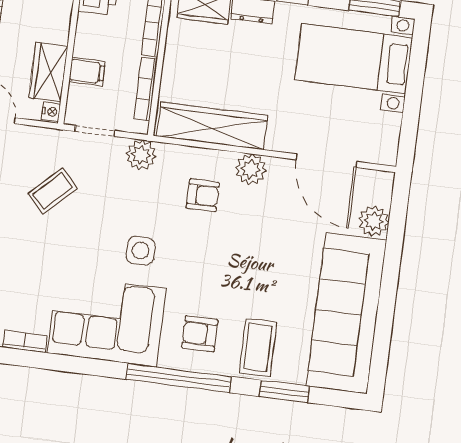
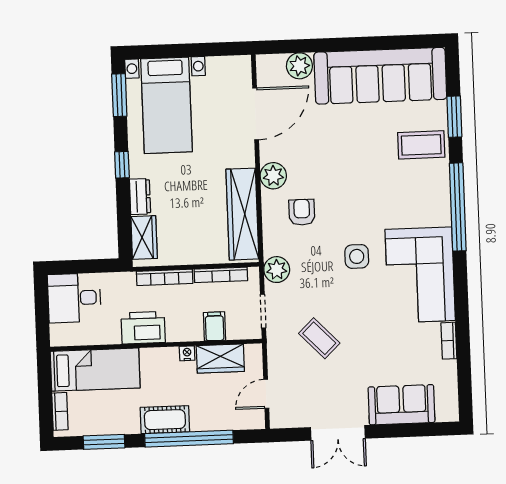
nightstand: (51, 112) -> (187, 353), moved
armchair: (200, 334) -> (418, 195), removed

